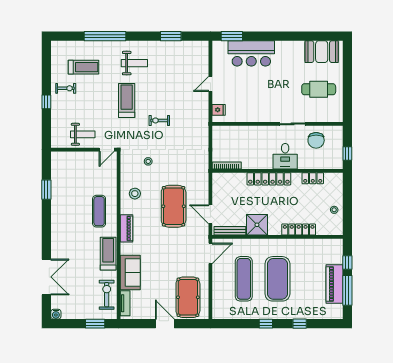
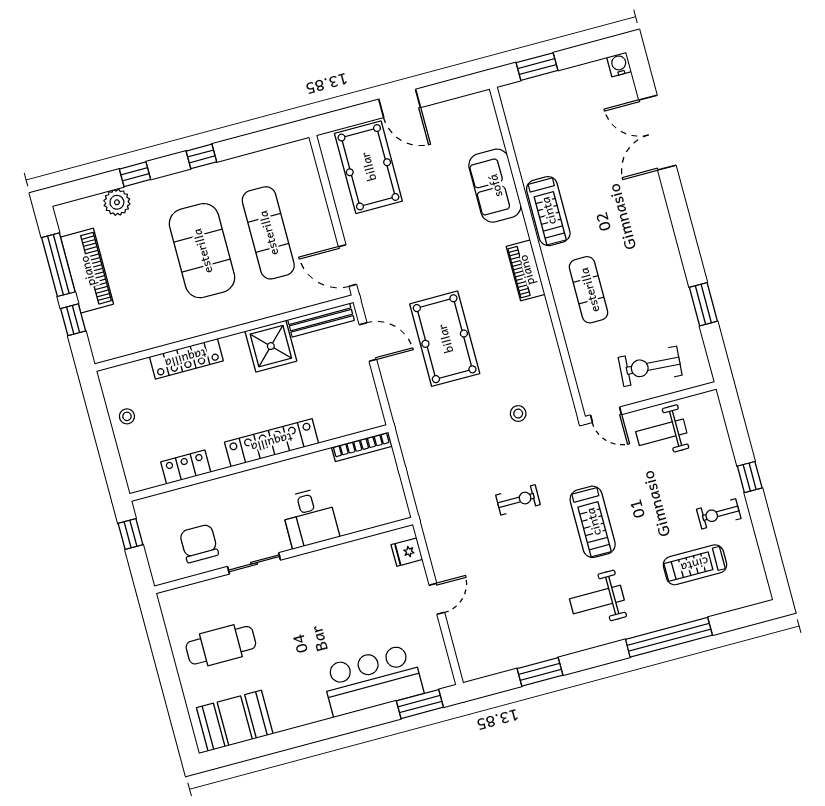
door: (107, 150) -> (606, 415), swing flipped
desk: (285, 156) -> (310, 518), moved, turned 180
stool: (135, 194) -> (527, 343), removed
door: (210, 253) -> (347, 265), hinge flipped
exercise bike: (107, 295) -> (650, 366), moved, turned 94
tv unit: (125, 303) -> (489, 122), removed
plant: (312, 313) -> (117, 202), added

